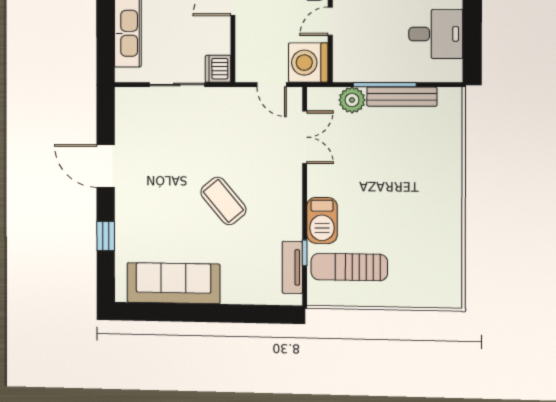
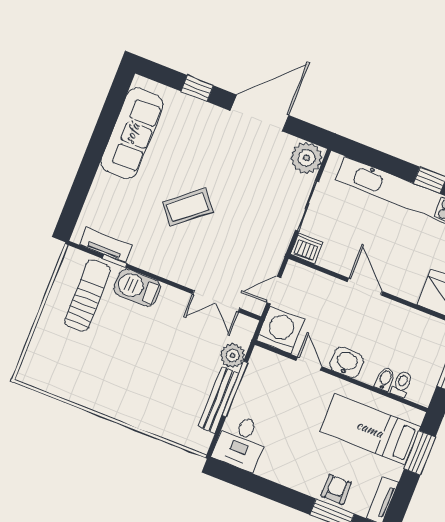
desk: (436, 34) -> (241, 442), moved
plant: (131, 103) -> (306, 158), added
door: (106, 166) -> (260, 113), width x1.36

